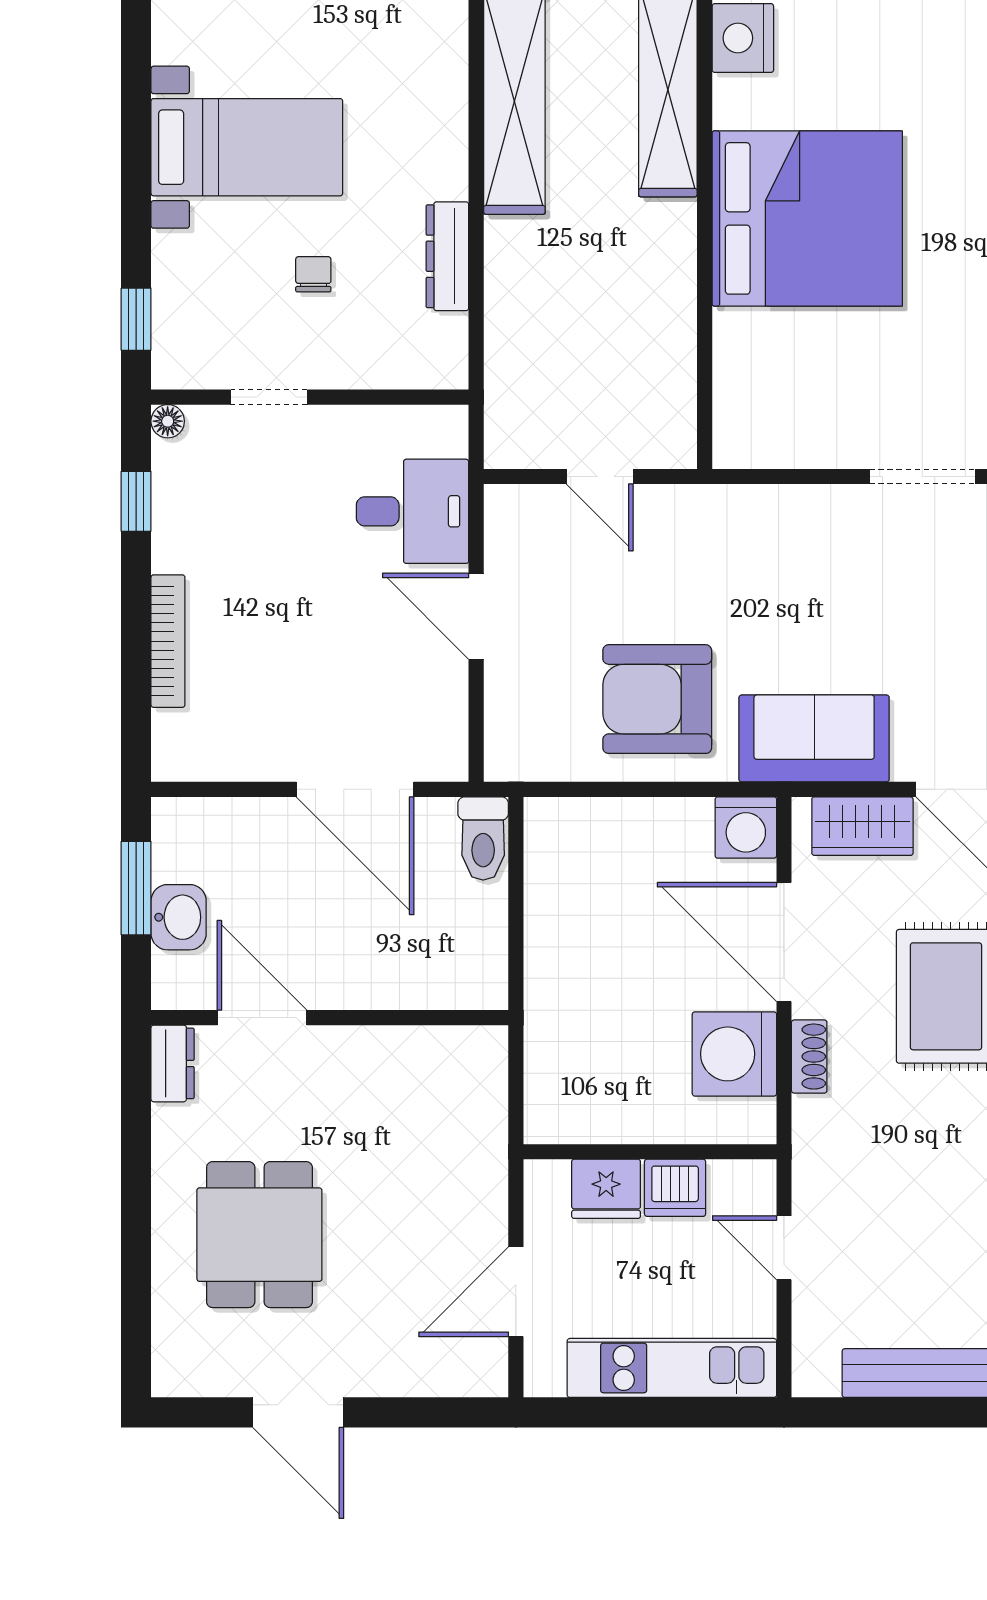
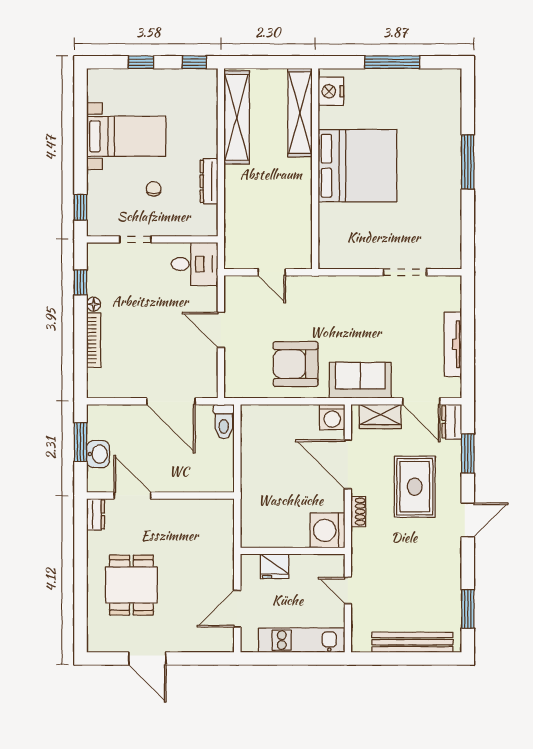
floor lamp: (168, 421) -> (94, 304), moved
desk: (413, 511) -> (195, 264), moved
washing machine: (734, 1054) -> (327, 530), moved
dishwasher: (675, 1188) -> (303, 566), removed

